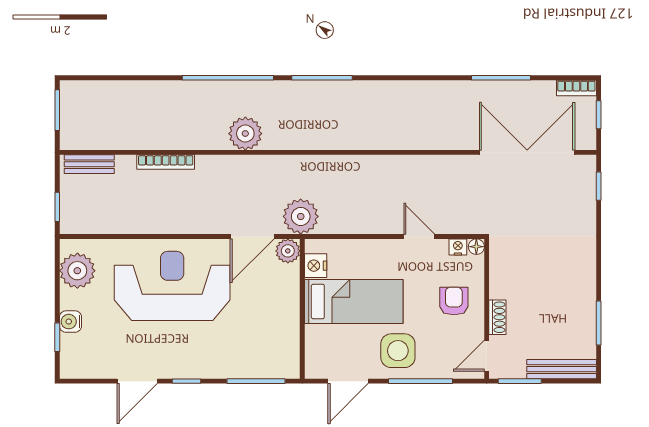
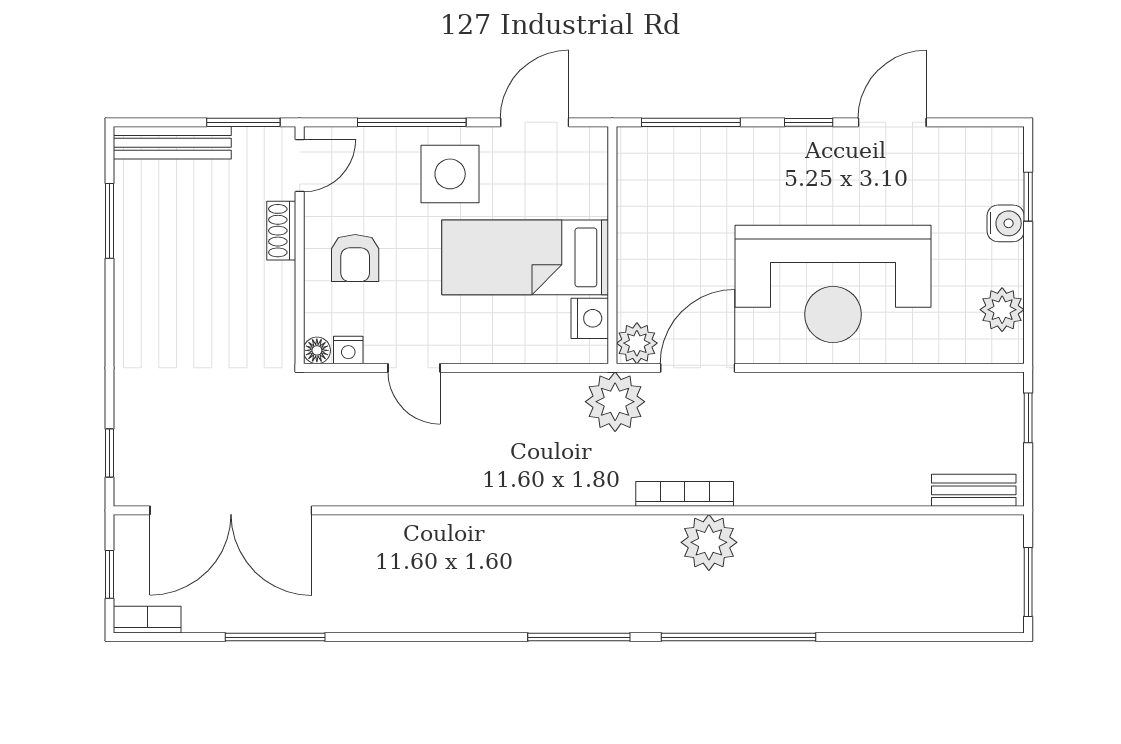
bookcase: (166, 162) -> (685, 494), moved
plant: (77, 271) -> (1002, 310), width x0.73, depth x0.73

